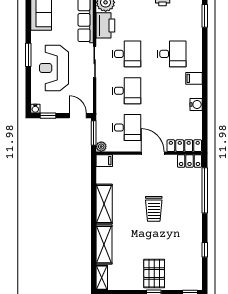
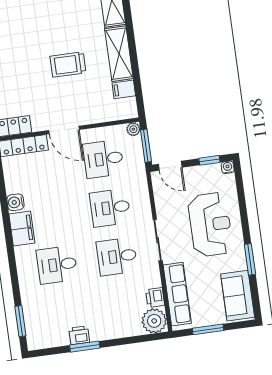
printer: (105, 25) -> (155, 298), width x0.53, depth x0.68
window: (28, 55) -> (250, 259), moved
filing cabinet: (194, 78) -> (22, 228), width x2.00
filing cabinet: (104, 161) -> (124, 89), moved
trolley: (154, 209) -> (68, 64), moved, turned -90

